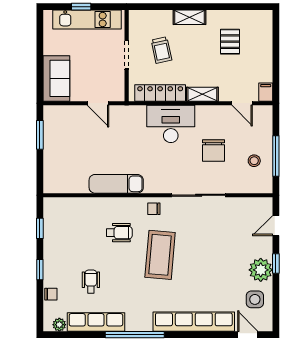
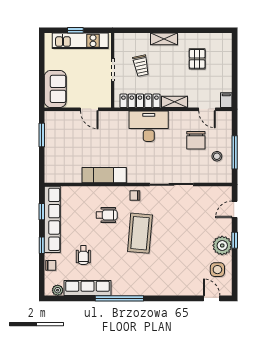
chair: (213, 150) -> (196, 140), moved
wheelchair: (91, 282) -> (83, 255), turned 180
row of seats: (194, 322) -> (52, 219), moved, turned 90

